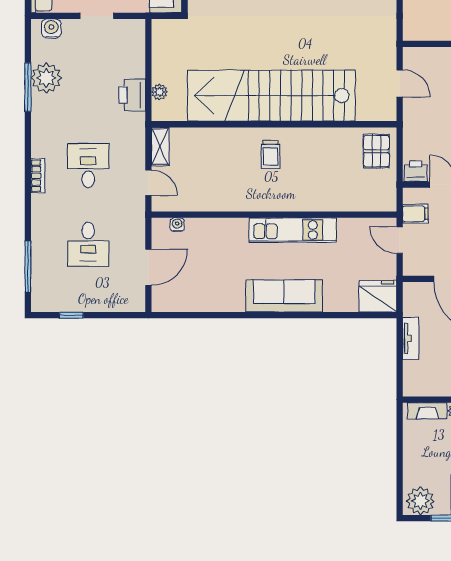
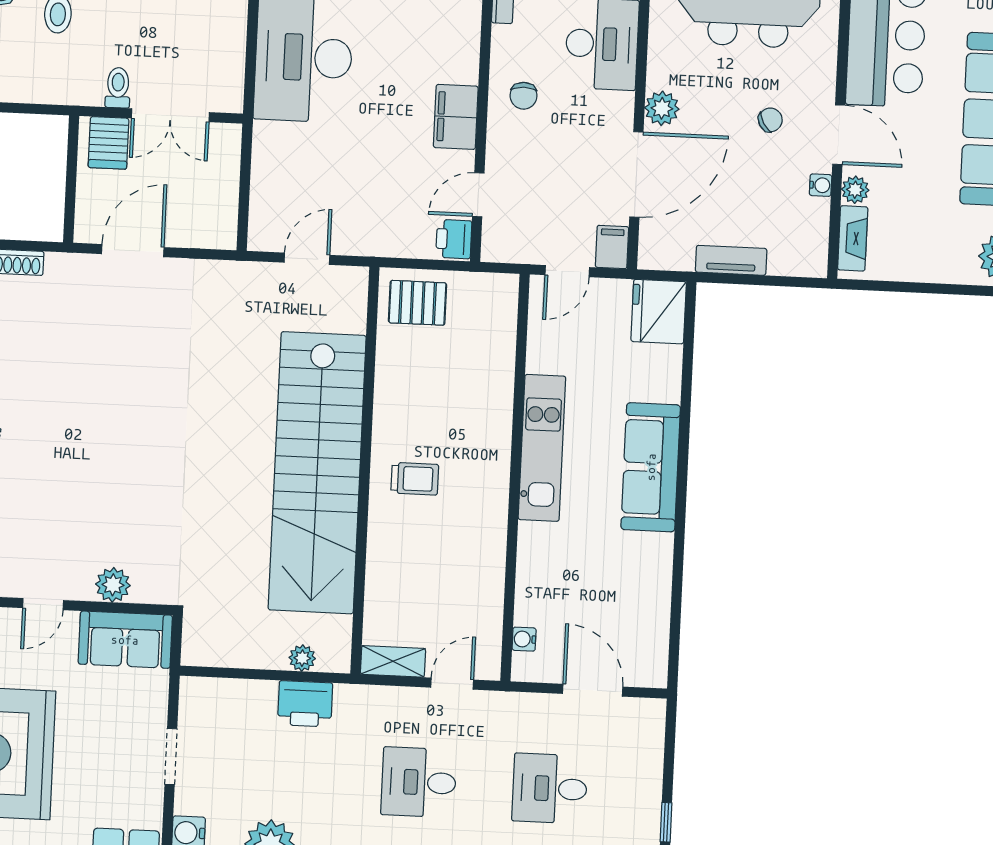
filing cabinet: (415, 214) -> (612, 247), moved
desk: (88, 244) -> (550, 788), turned 180

